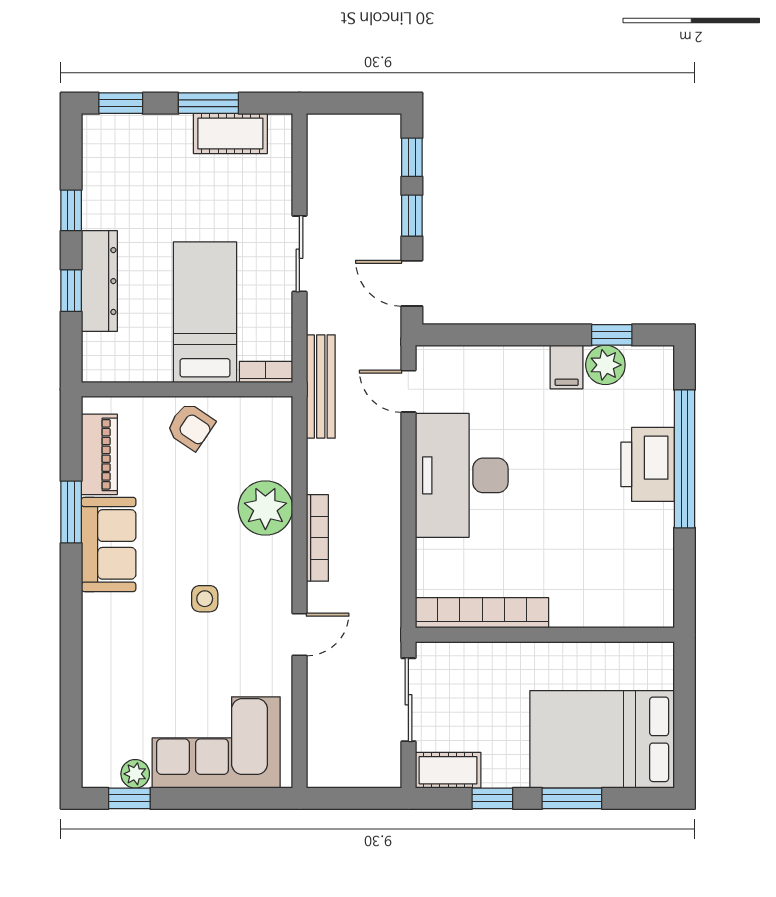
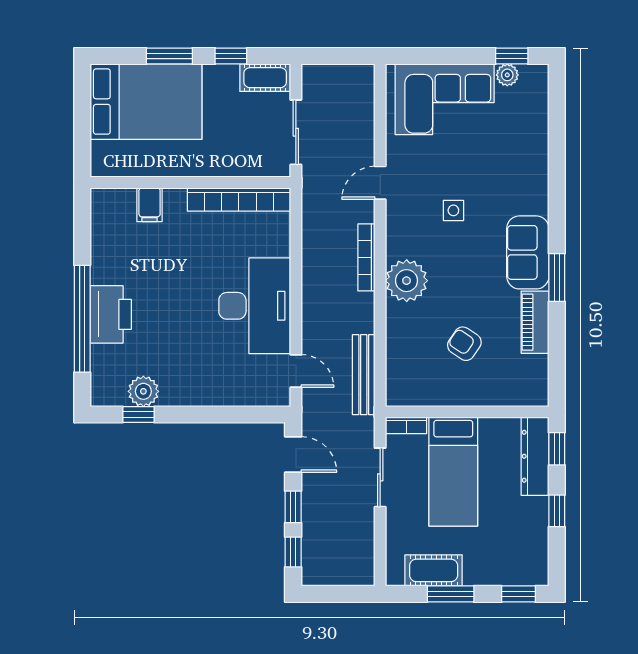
bed: (205, 312) -> (453, 472), moved
filing cabinet: (567, 367) -> (150, 205), moved, turned 180
bookcase: (266, 372) -> (406, 425), moved
wall: (187, 389) -> (467, 412), moved

